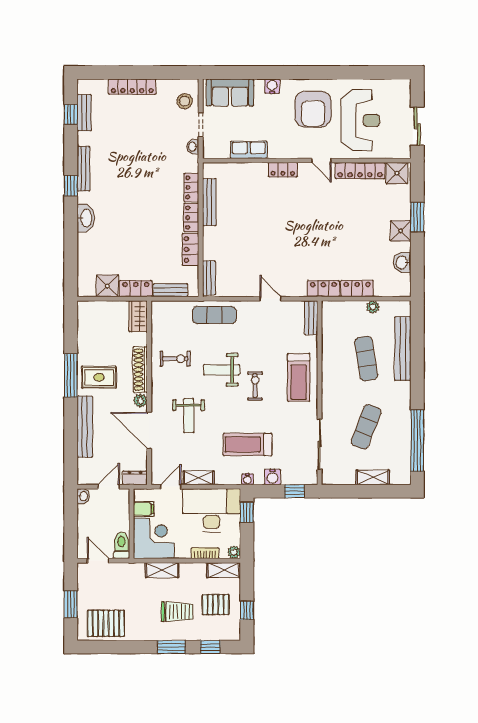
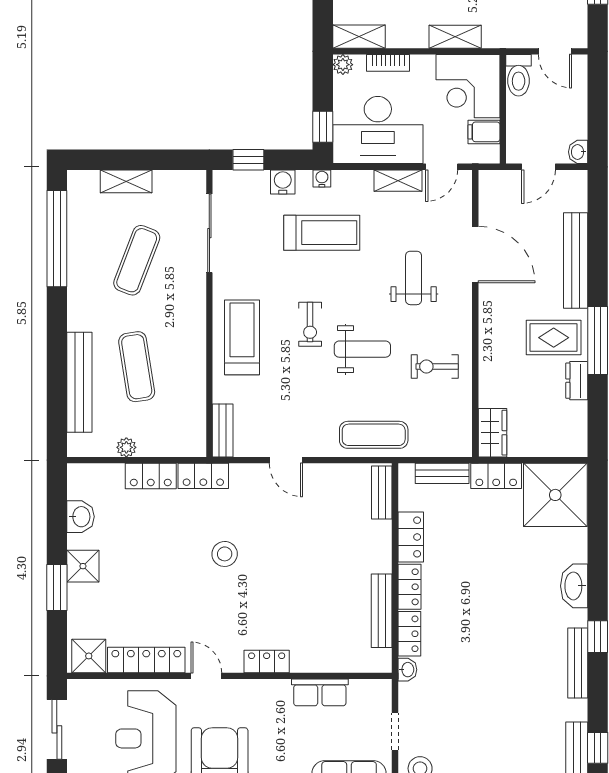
washbasin: (193, 147) -> (407, 670), moved
stool: (310, 239) -> (225, 554), added
shower: (107, 286) -> (555, 495), width x1.86, depth x1.86
shoe rack: (140, 370) -> (489, 349), removed
plant: (140, 401) -> (489, 301), removed
dresser: (135, 478) -> (577, 381), moved, turned 90

